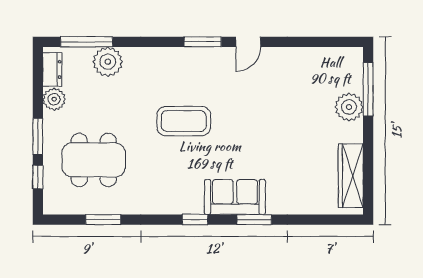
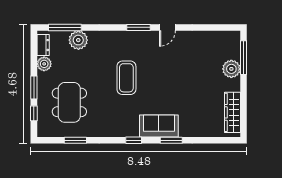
coffee table: (184, 121) -> (126, 78), turned 90
dining table: (94, 160) -> (69, 102), turned 90

